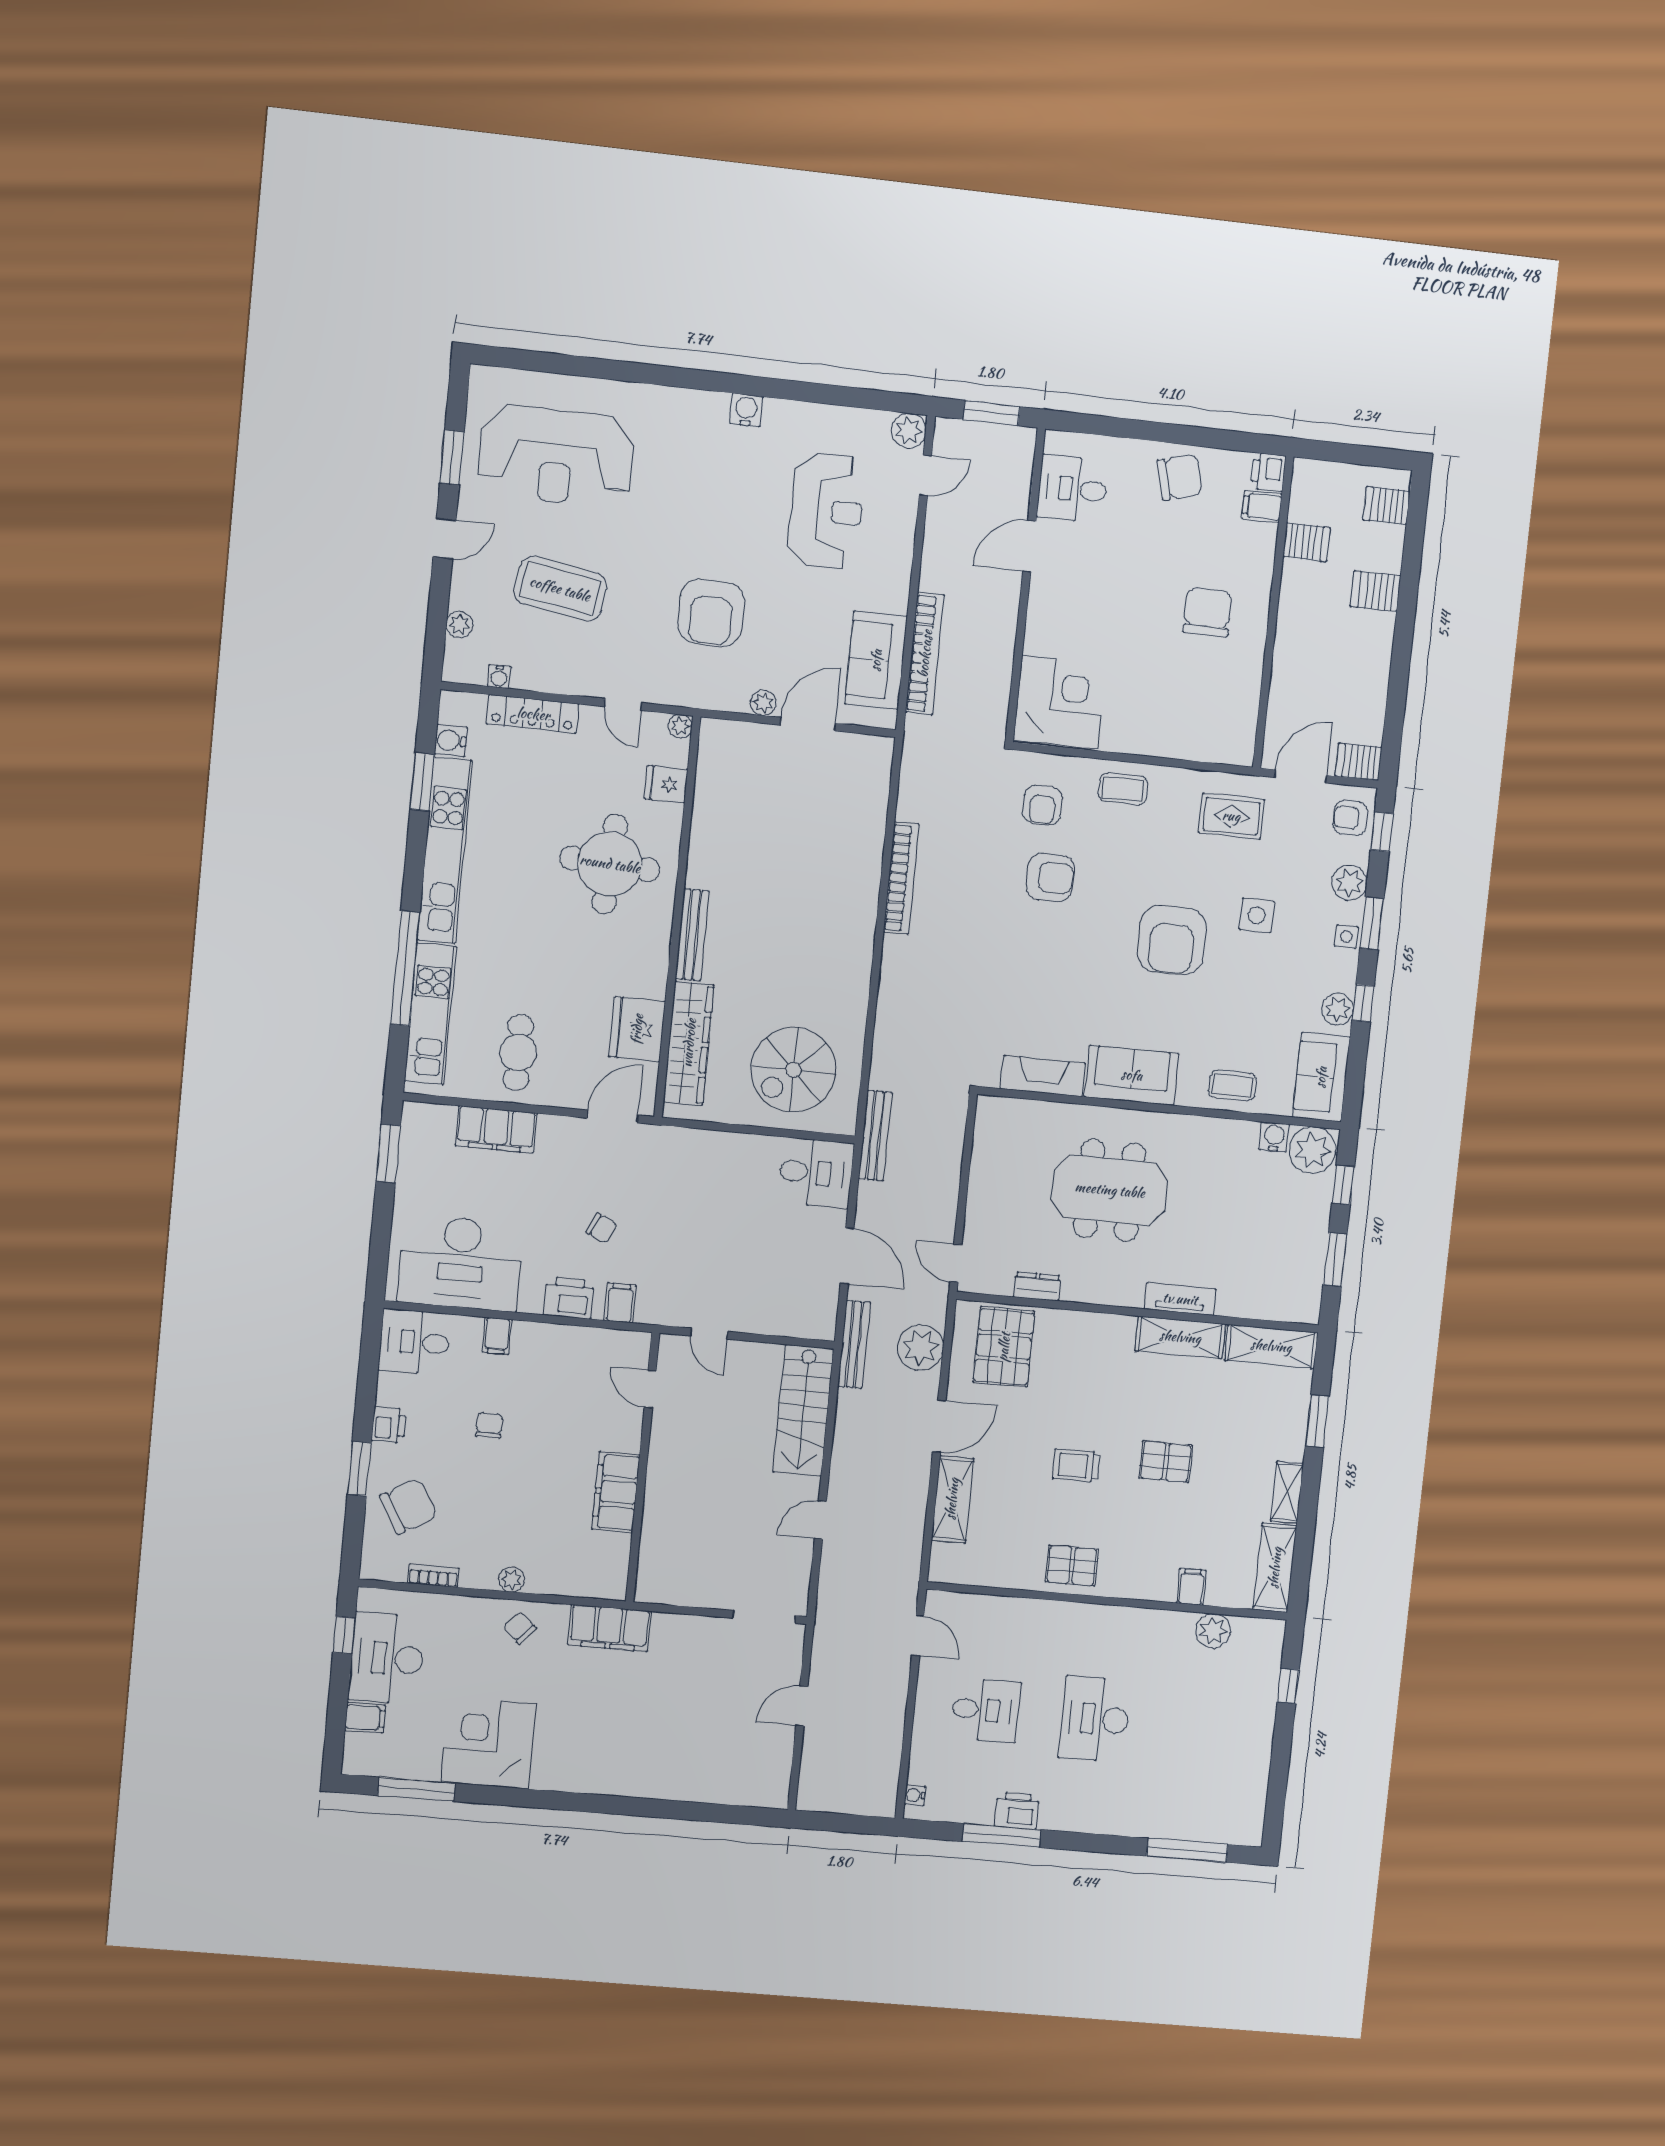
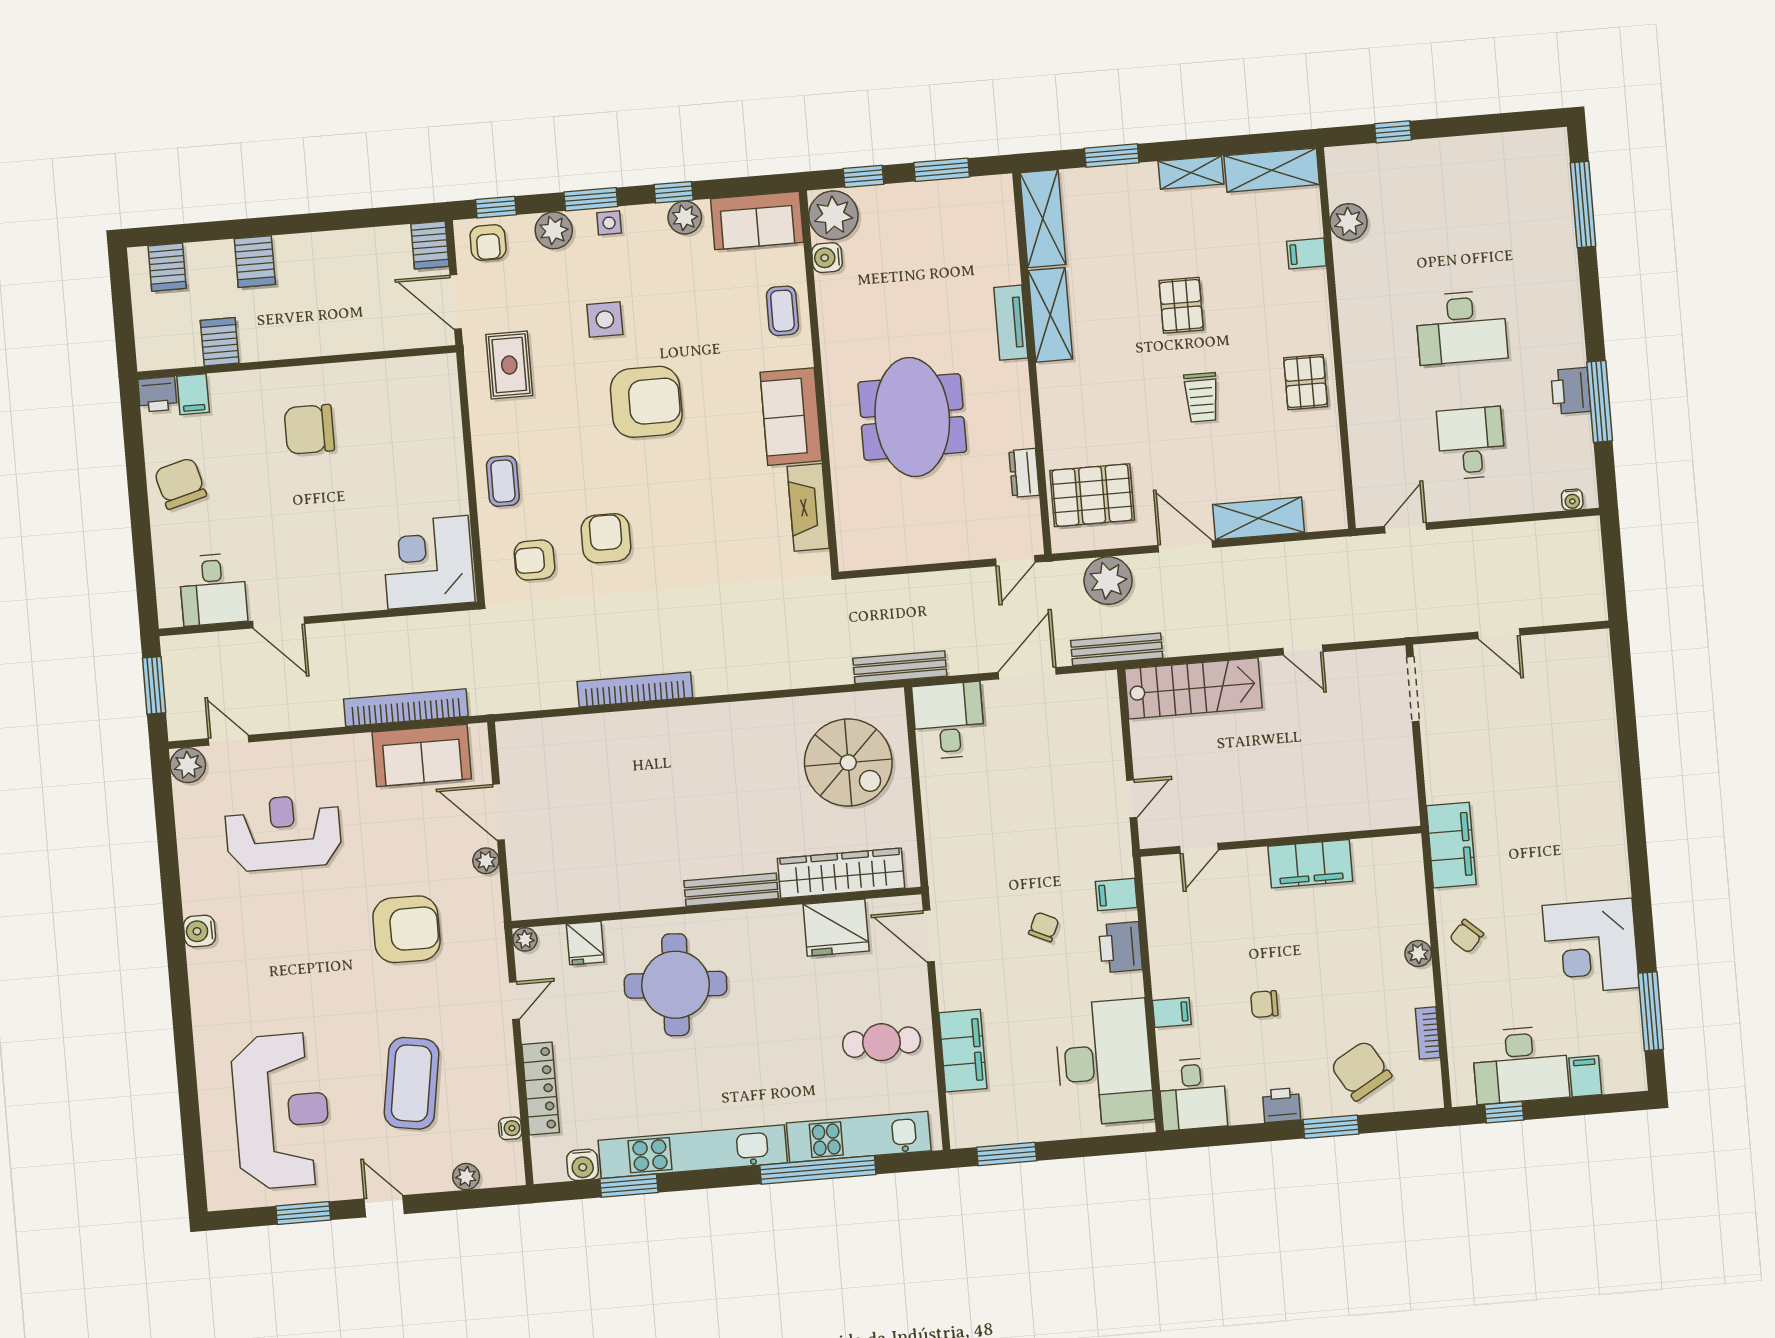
armchair: (1042, 805) -> (534, 560), turned 180

